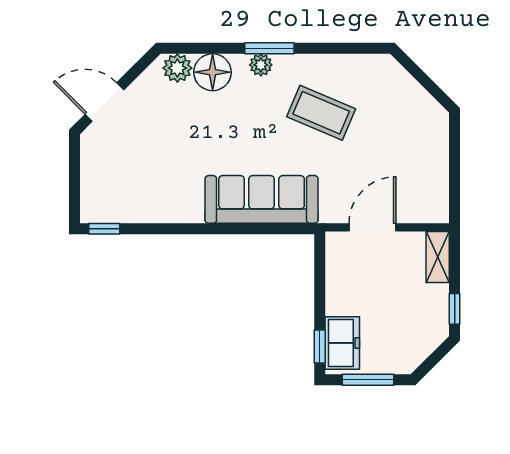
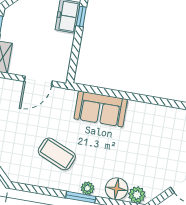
sofa: (262, 199) -> (101, 109), width x0.73

